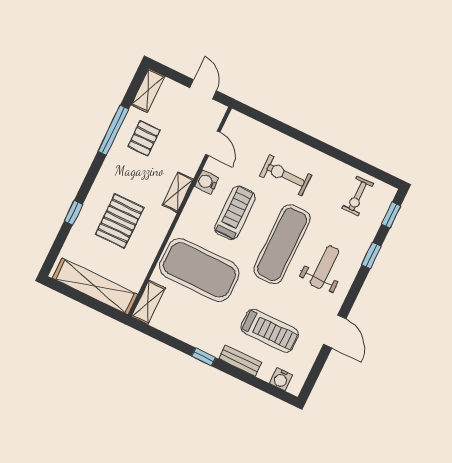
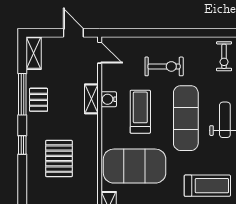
pallet: (144, 138) -> (39, 100), moved
door: (213, 143) -> (100, 53), moved
exercise bike: (286, 175) -> (164, 66), turned 180
shelving: (178, 192) -> (91, 99), moved
window: (73, 213) -> (22, 145), moved

